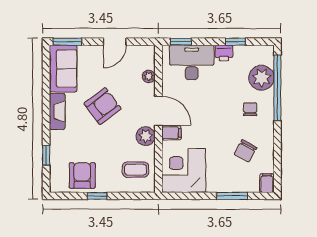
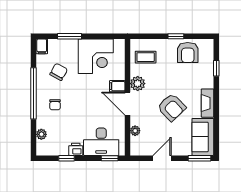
plant: (261, 78) -> (41, 134), width x0.53, depth x0.53
window: (277, 88) -> (33, 93), moved
armchair: (103, 106) -> (172, 107), turned -97
corner desk: (184, 171) -> (96, 56), moved

